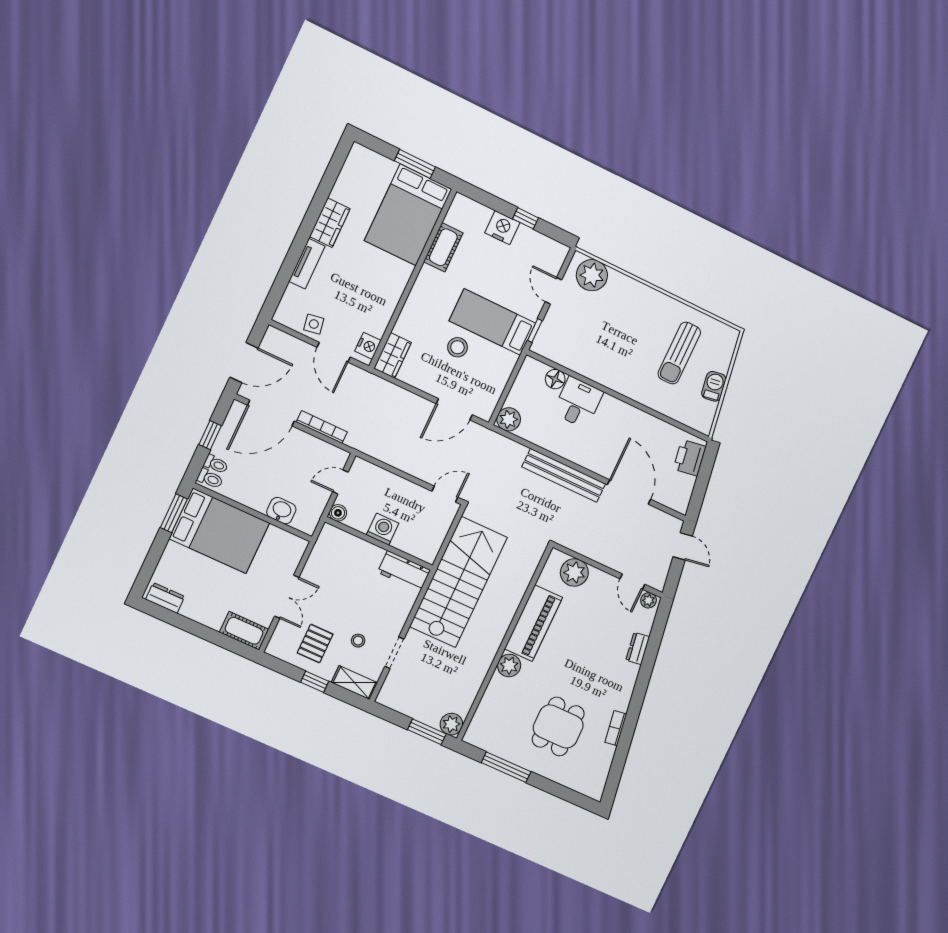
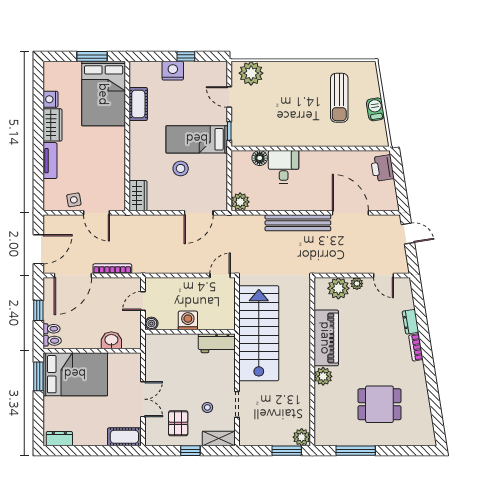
nightstand: (368, 346) -> (51, 99), moved, turned 180
plant: (649, 600) -> (357, 284), moved
dining table: (558, 726) -> (379, 404), turned 90
bookcase: (616, 728) -> (416, 347), moved

